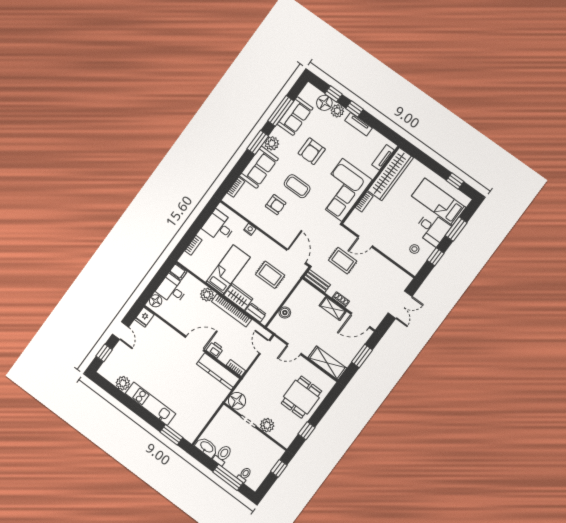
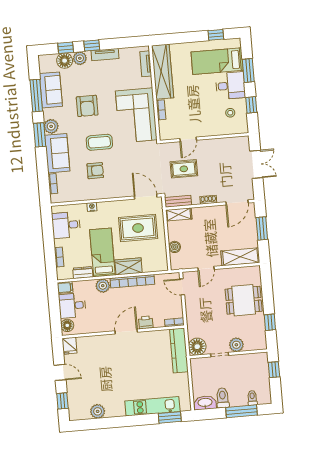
rug: (270, 275) -> (138, 228), width x1.36, depth x1.43
shelving: (333, 309) -> (179, 214), moved
dresser: (256, 313) -> (83, 273), moved
kitchen counter: (218, 371) -> (179, 350), moved, turned 90
dining table: (301, 397) -> (244, 300), turned 90
kitchen unit: (151, 404) -> (152, 406), moved

